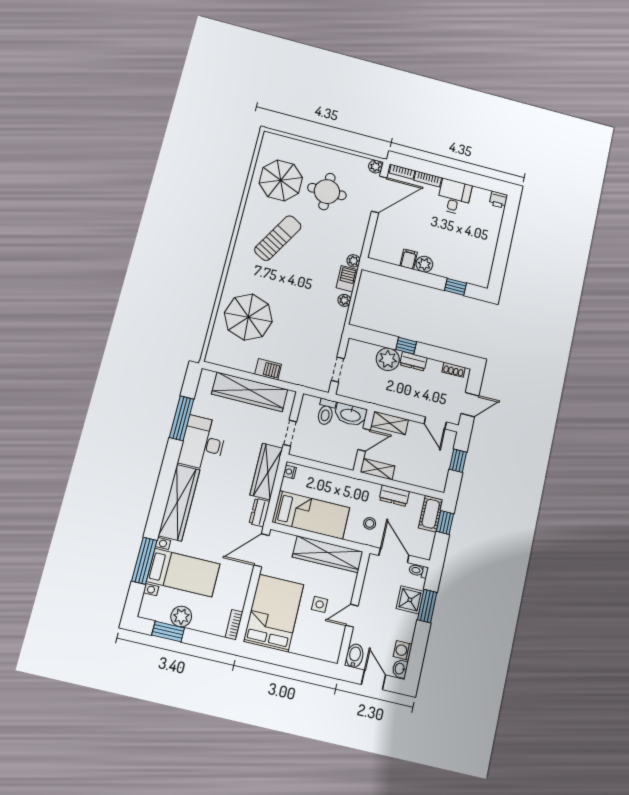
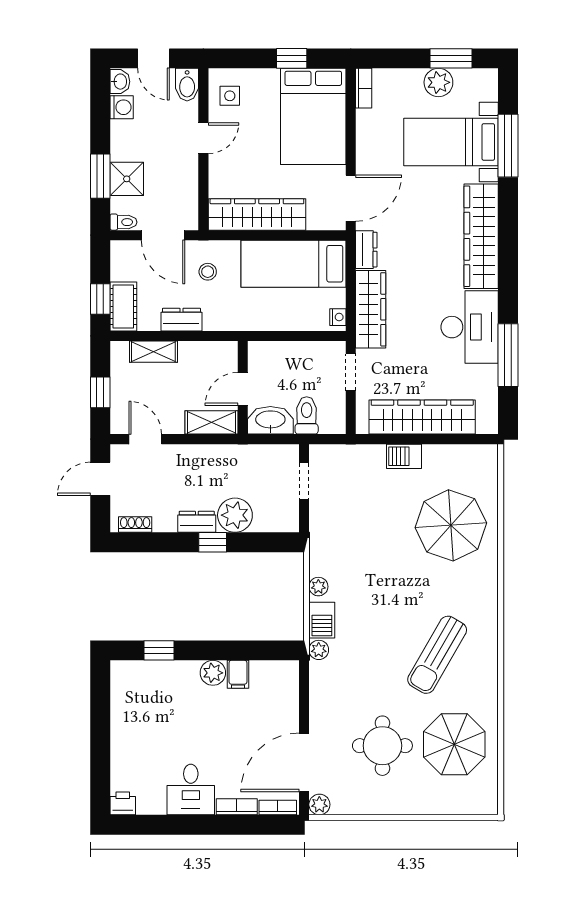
shelving: (378, 469) -> (153, 352), moved
side table: (320, 604) -> (230, 96), moved
window: (279, 658) -> (292, 58), added

